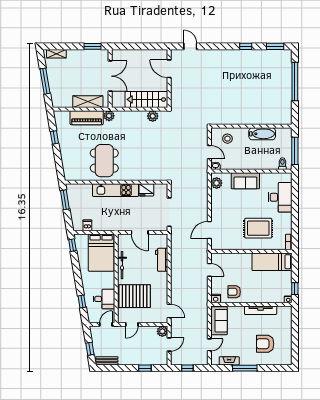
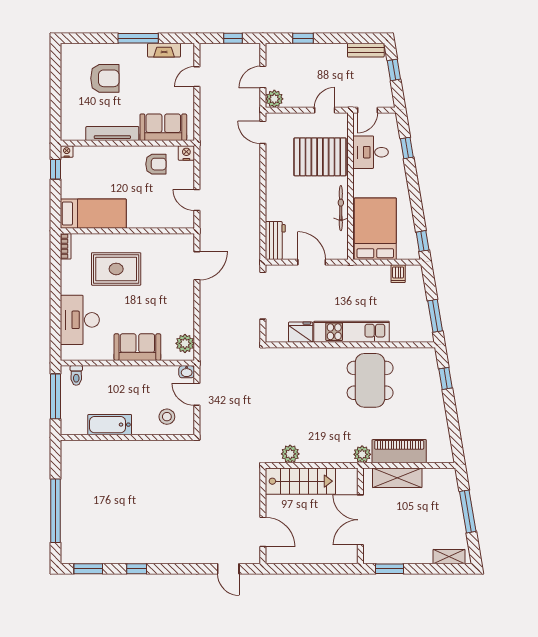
window: (54, 137) -> (446, 378), moved
workbench: (162, 260) -> (275, 241), moved
sofa: (219, 321) -> (163, 127), moved, turned 90

